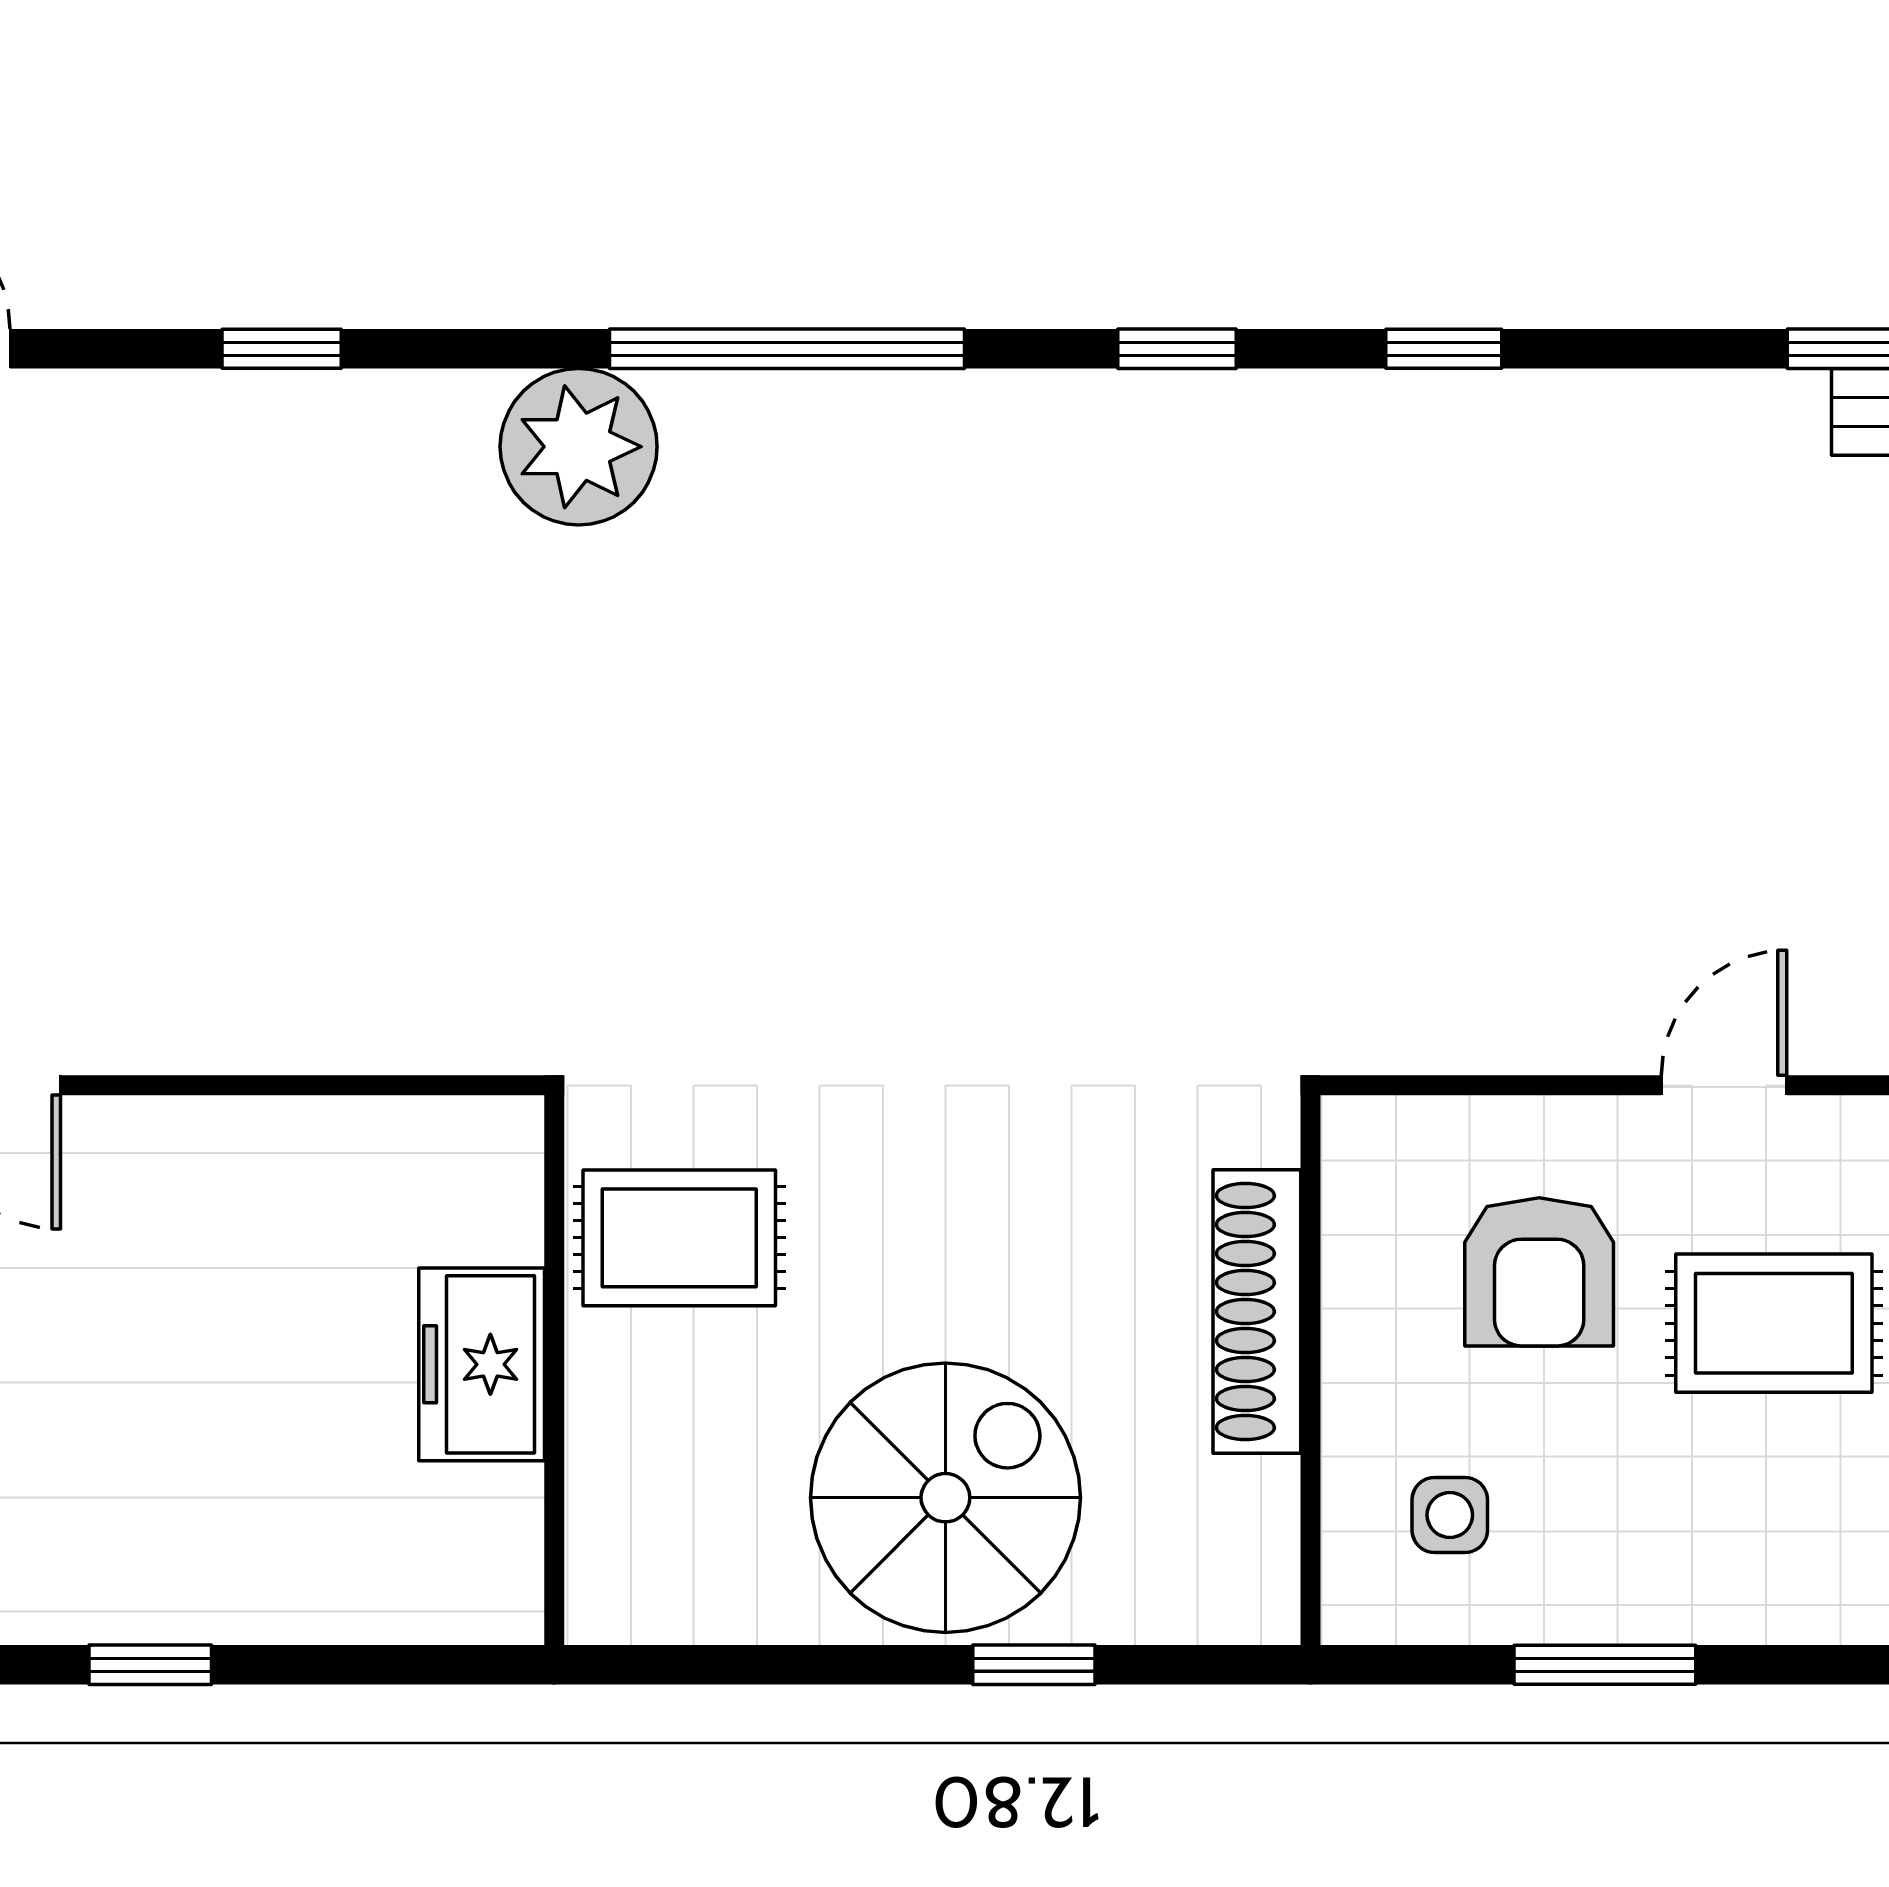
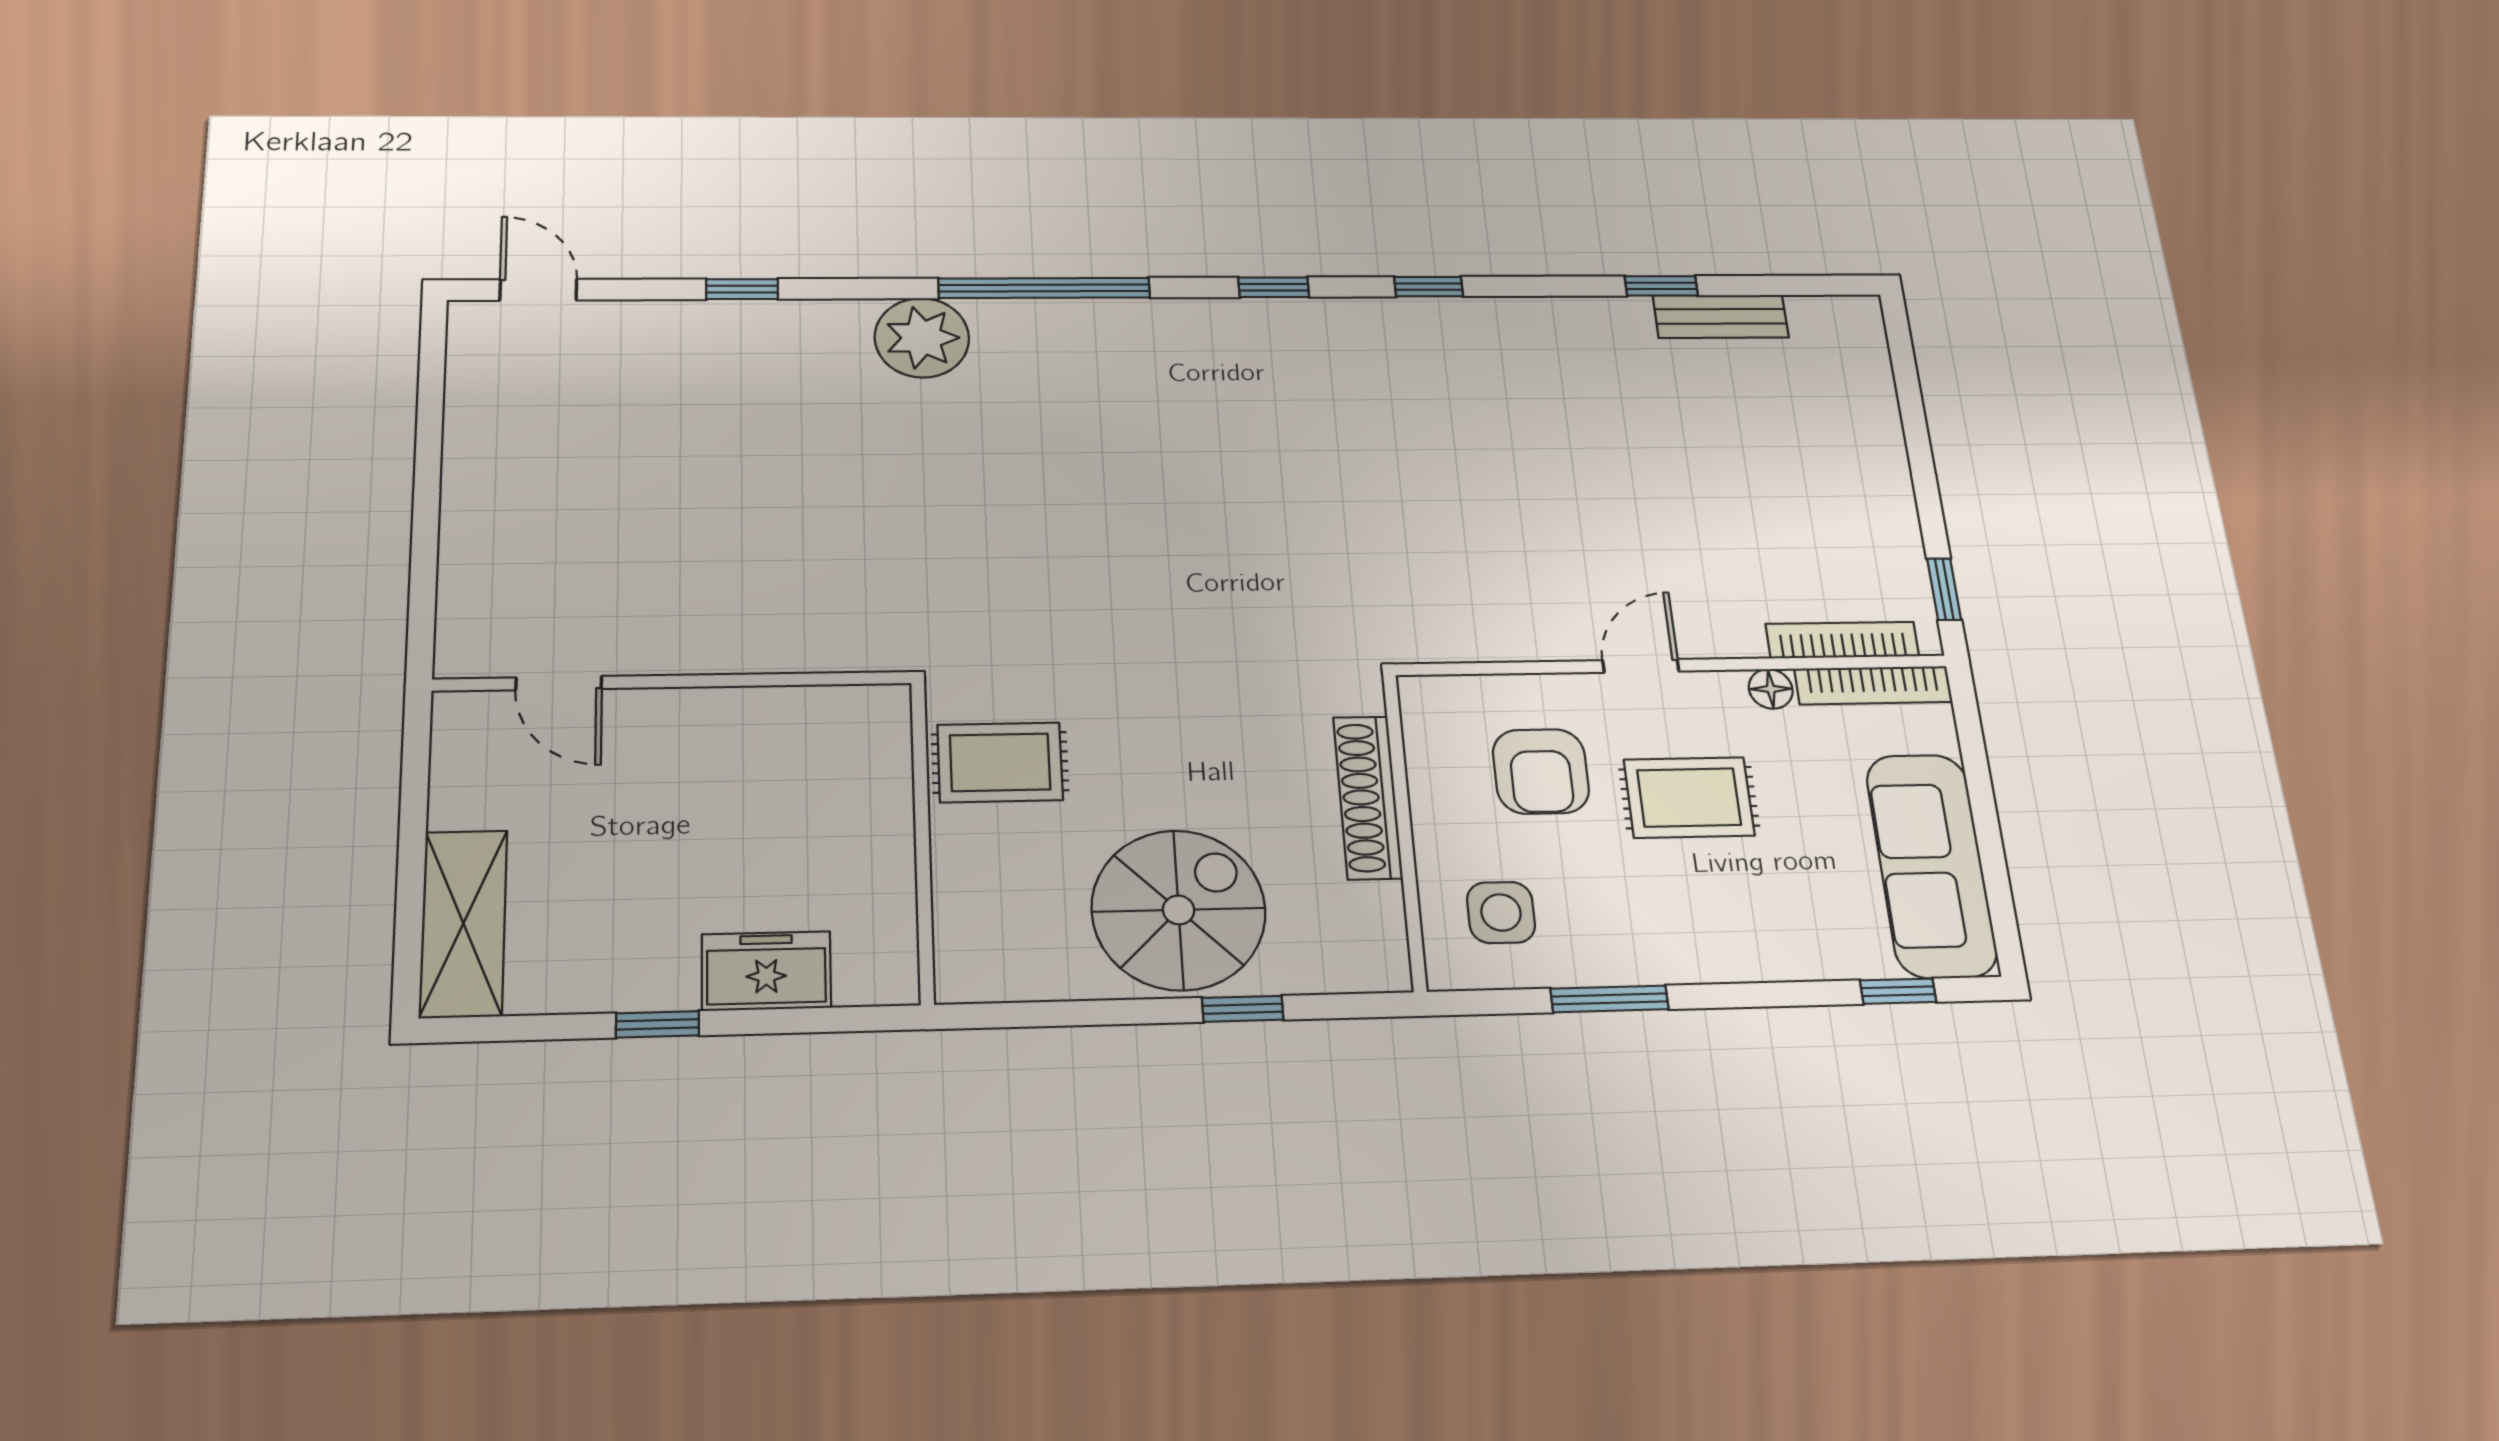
freezer: (482, 1364) -> (766, 971), moved, turned 90
side table: (1450, 1515) -> (1501, 913), width x1.37, depth x1.37

